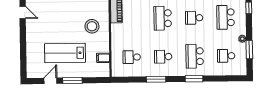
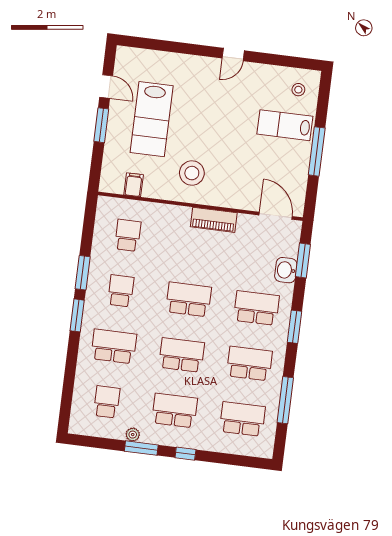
school desk: (194, 18) -> (182, 355), width x1.85
window: (249, 50) -> (141, 448), moved
lab bench: (65, 53) -> (152, 119), turned 180
window: (194, 79) -> (77, 315), moved

